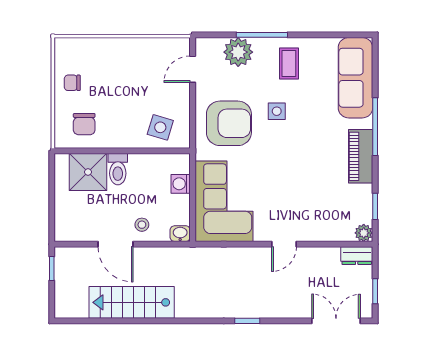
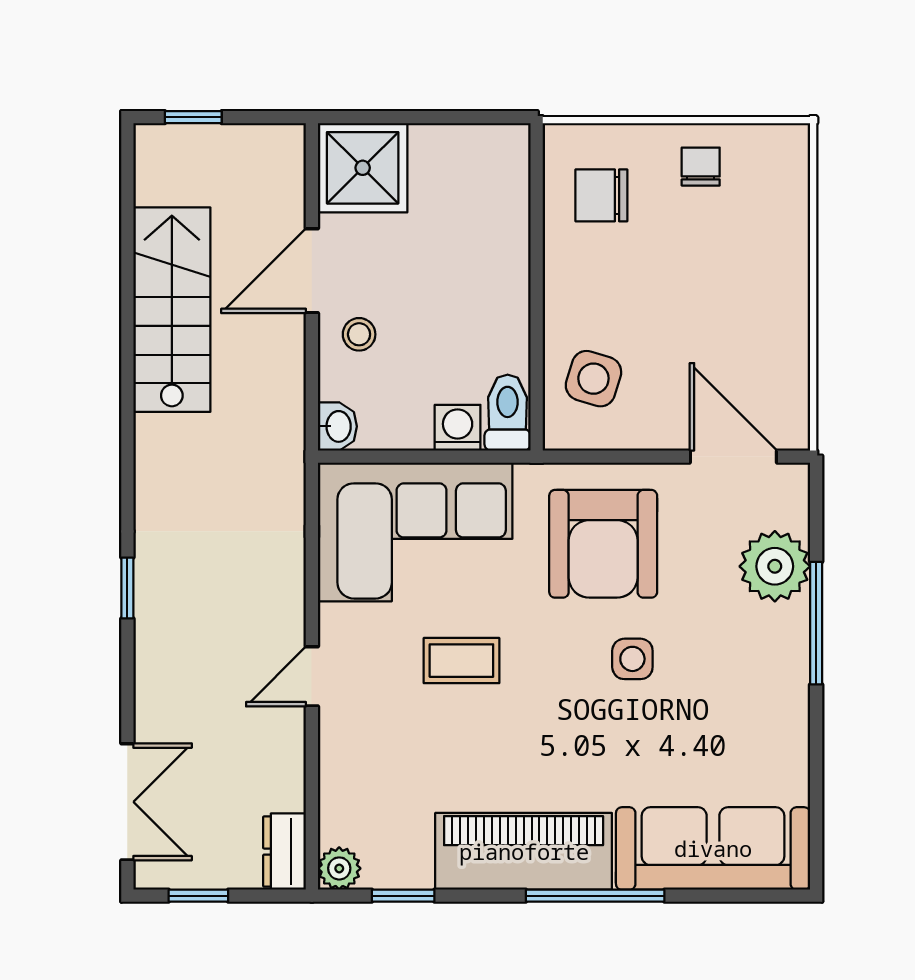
coffee table: (289, 63) -> (461, 661), moved
door: (193, 69) -> (733, 457), width x1.38
piano: (361, 156) -> (524, 851), width x1.37, depth x1.33
toilet: (118, 169) -> (508, 413), moved, turned 90
shower: (88, 172) -> (363, 168), moved
door: (284, 244) -> (312, 676), hinge flipped
window: (52, 269) -> (193, 117), moved

